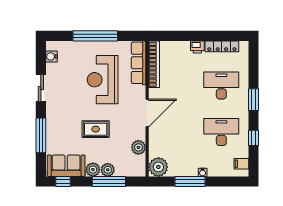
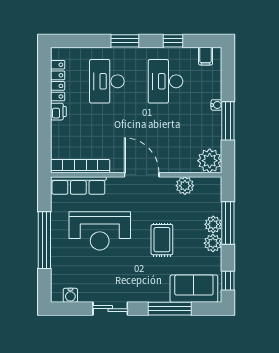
sofa: (66, 166) -> (194, 289), moved, turned 90

